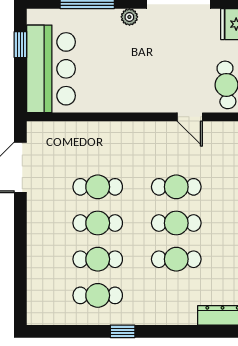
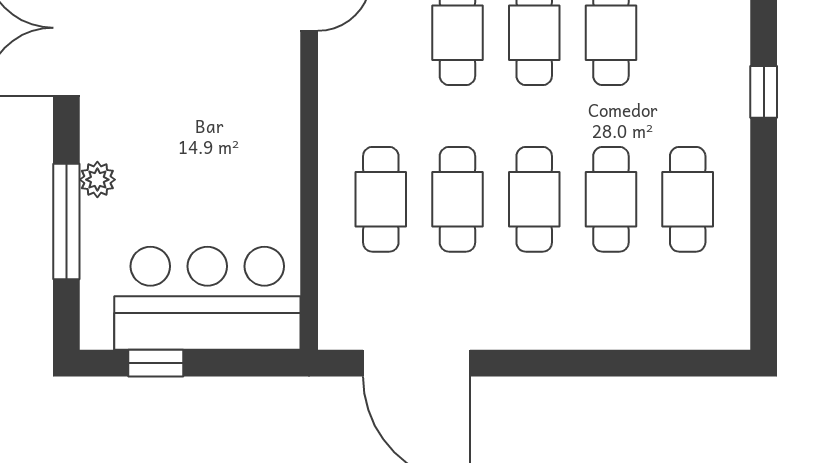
plant: (129, 17) -> (97, 180), moved
cafe table: (98, 151) -> (381, 199), added
window: (123, 331) -> (764, 92), moved

